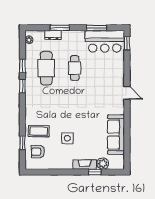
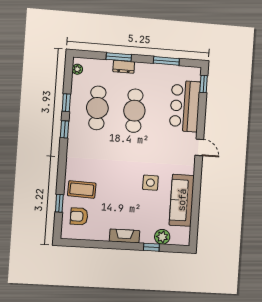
dresser: (53, 35) -> (124, 67), moved
bar counter: (105, 41) -> (185, 106), moved, turned 90
cafe table: (75, 68) -> (134, 111), width x1.37, depth x1.35
side table: (67, 138) -> (150, 183), moved
fireplace: (85, 165) -> (125, 236), moved

